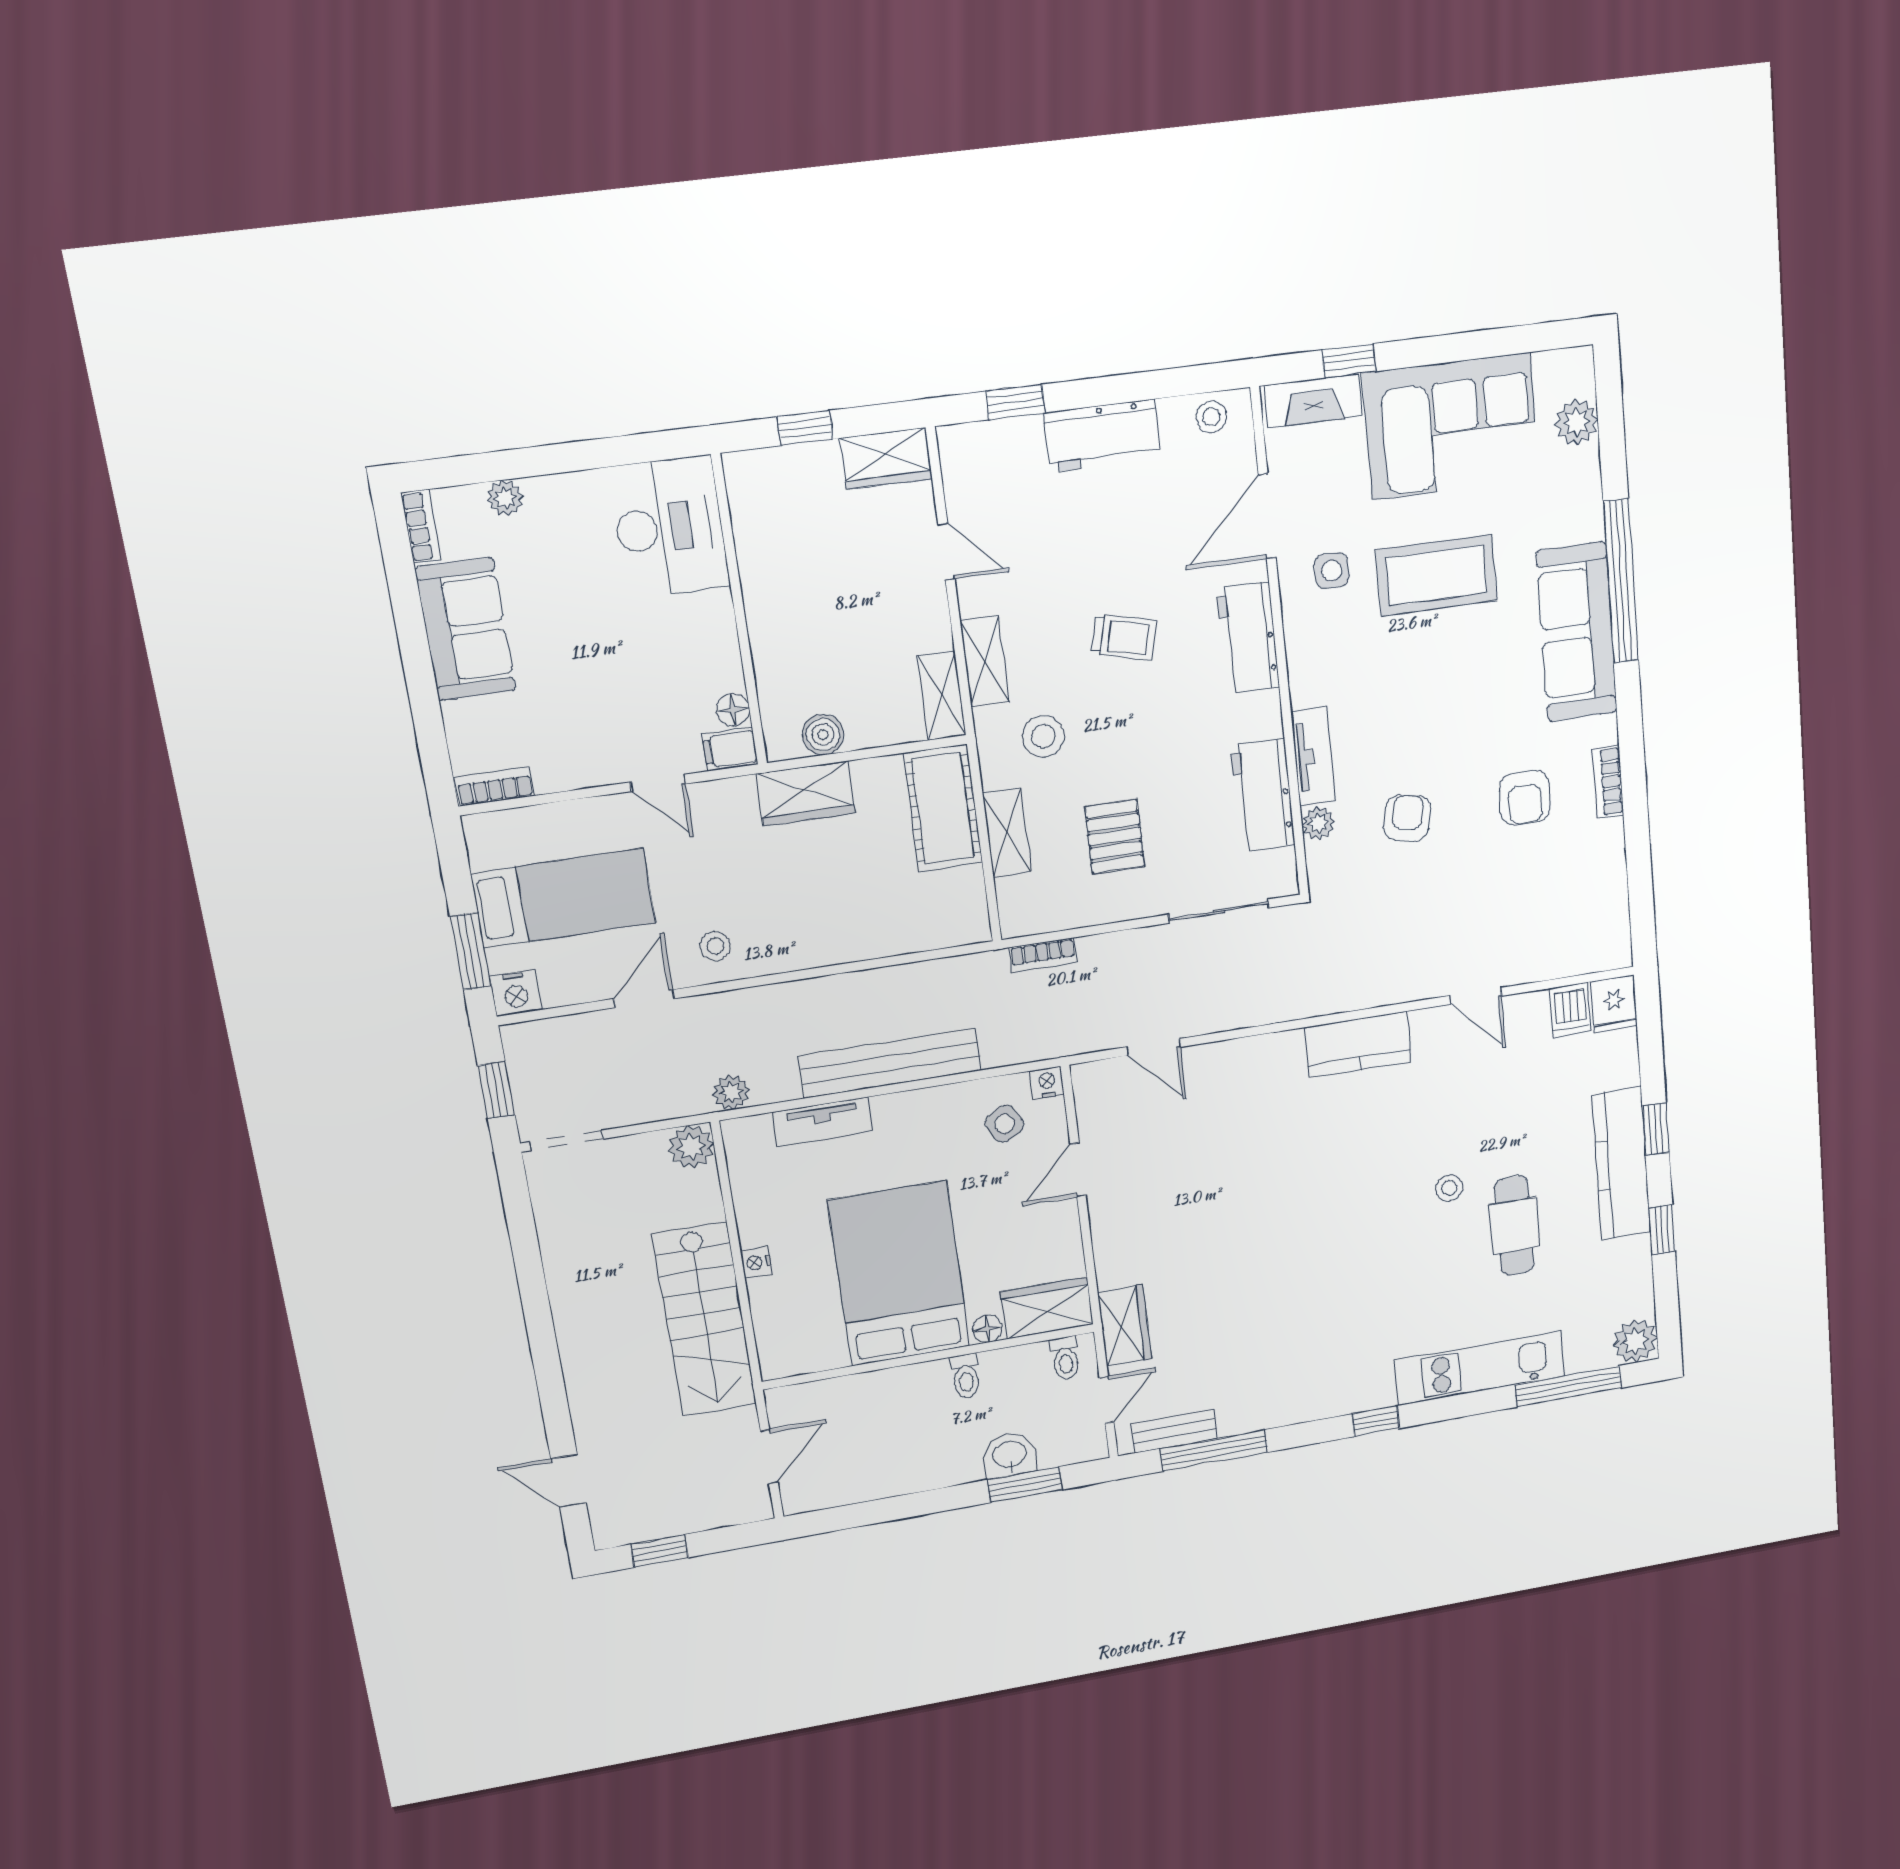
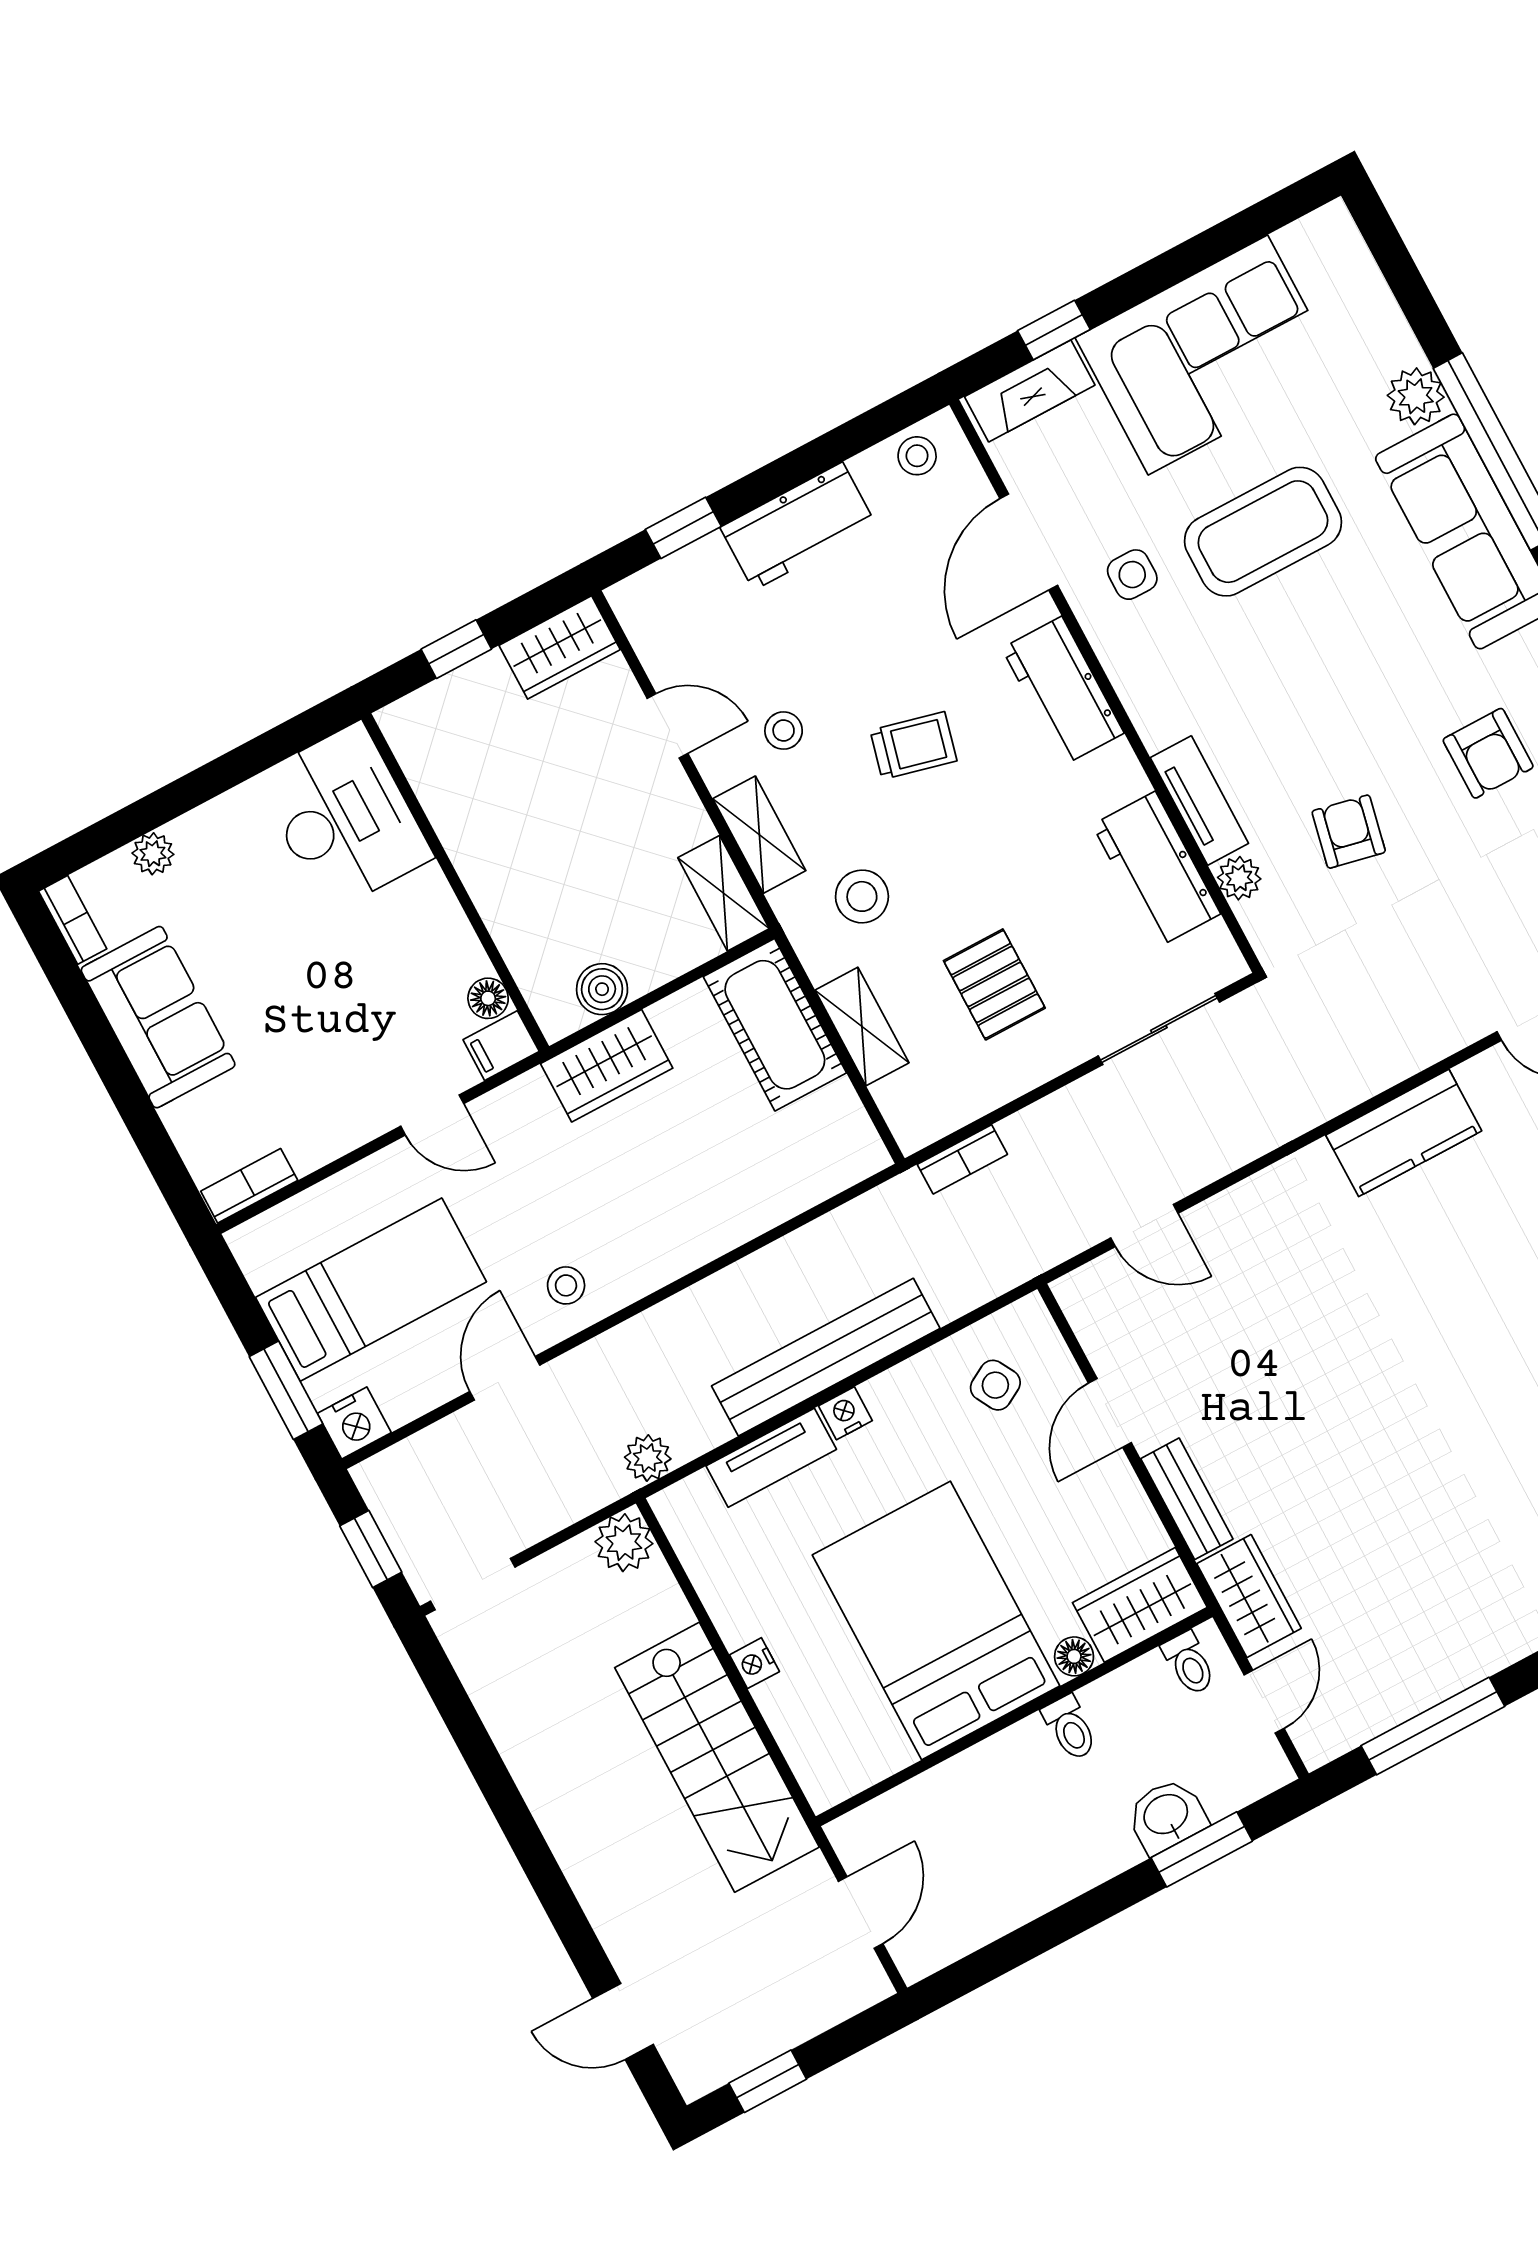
plant: (1577, 422) -> (1416, 396), moved
stool: (1032, 589) -> (784, 731), added
nightstand: (1047, 1083) -> (845, 1413), moved
bench: (1175, 1431) -> (1187, 1499), moved, turned 90

